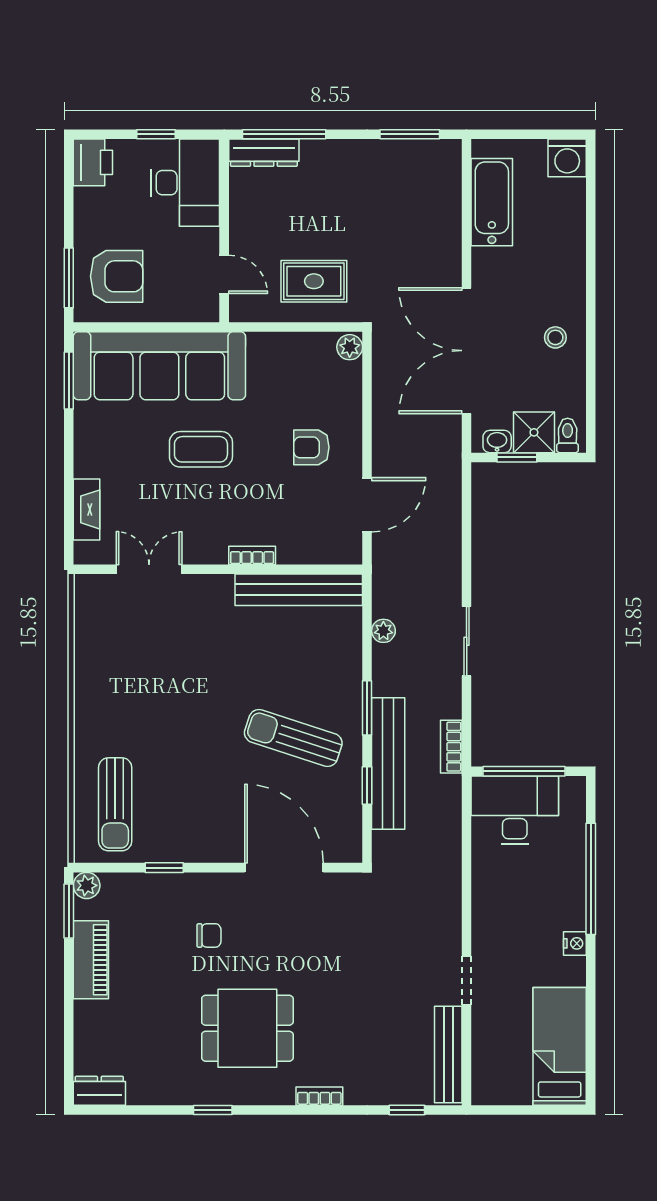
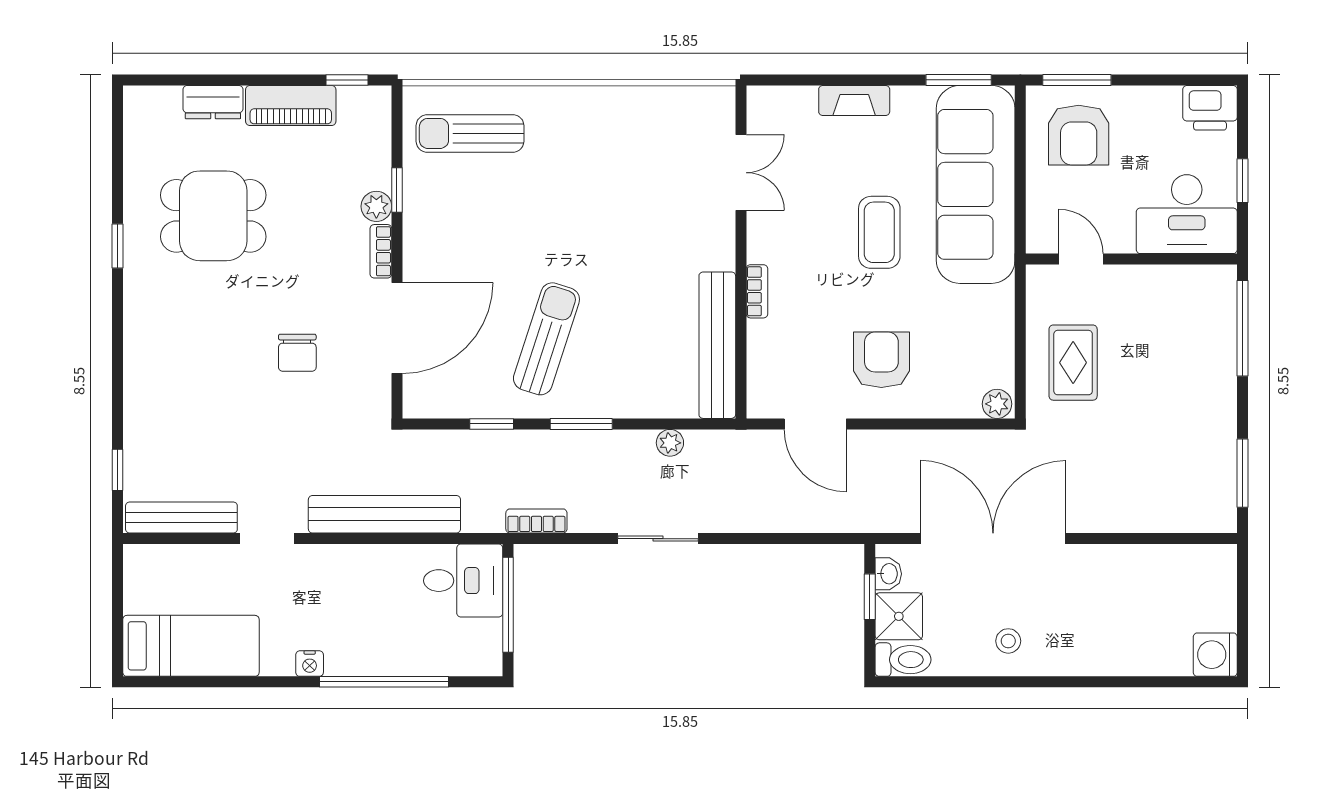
dresser: (264, 153) -> (1221, 305), removed
bathtub: (492, 202) -> (1164, 568), removed
door: (224, 274) -> (1081, 259), swing flipped
toilet: (568, 435) -> (903, 660), width x1.37, depth x1.39
armchair: (311, 447) -> (881, 360), width x1.38, depth x1.38
fireplace: (87, 509) -> (854, 100), moved
bench: (388, 764) -> (384, 514), moved
desk: (515, 810) -> (463, 581), width x0.73
plant: (87, 885) -> (376, 206), moved
window: (69, 911) -> (347, 80), width x0.67
chair: (209, 935) -> (297, 353), moved, width x1.37, depth x1.37
dining table: (247, 1028) -> (213, 216), moved, turned 90
dresser: (99, 1091) -> (213, 102), moved, turned 90
bookcase: (319, 1096) -> (381, 251), moved, turned 180

